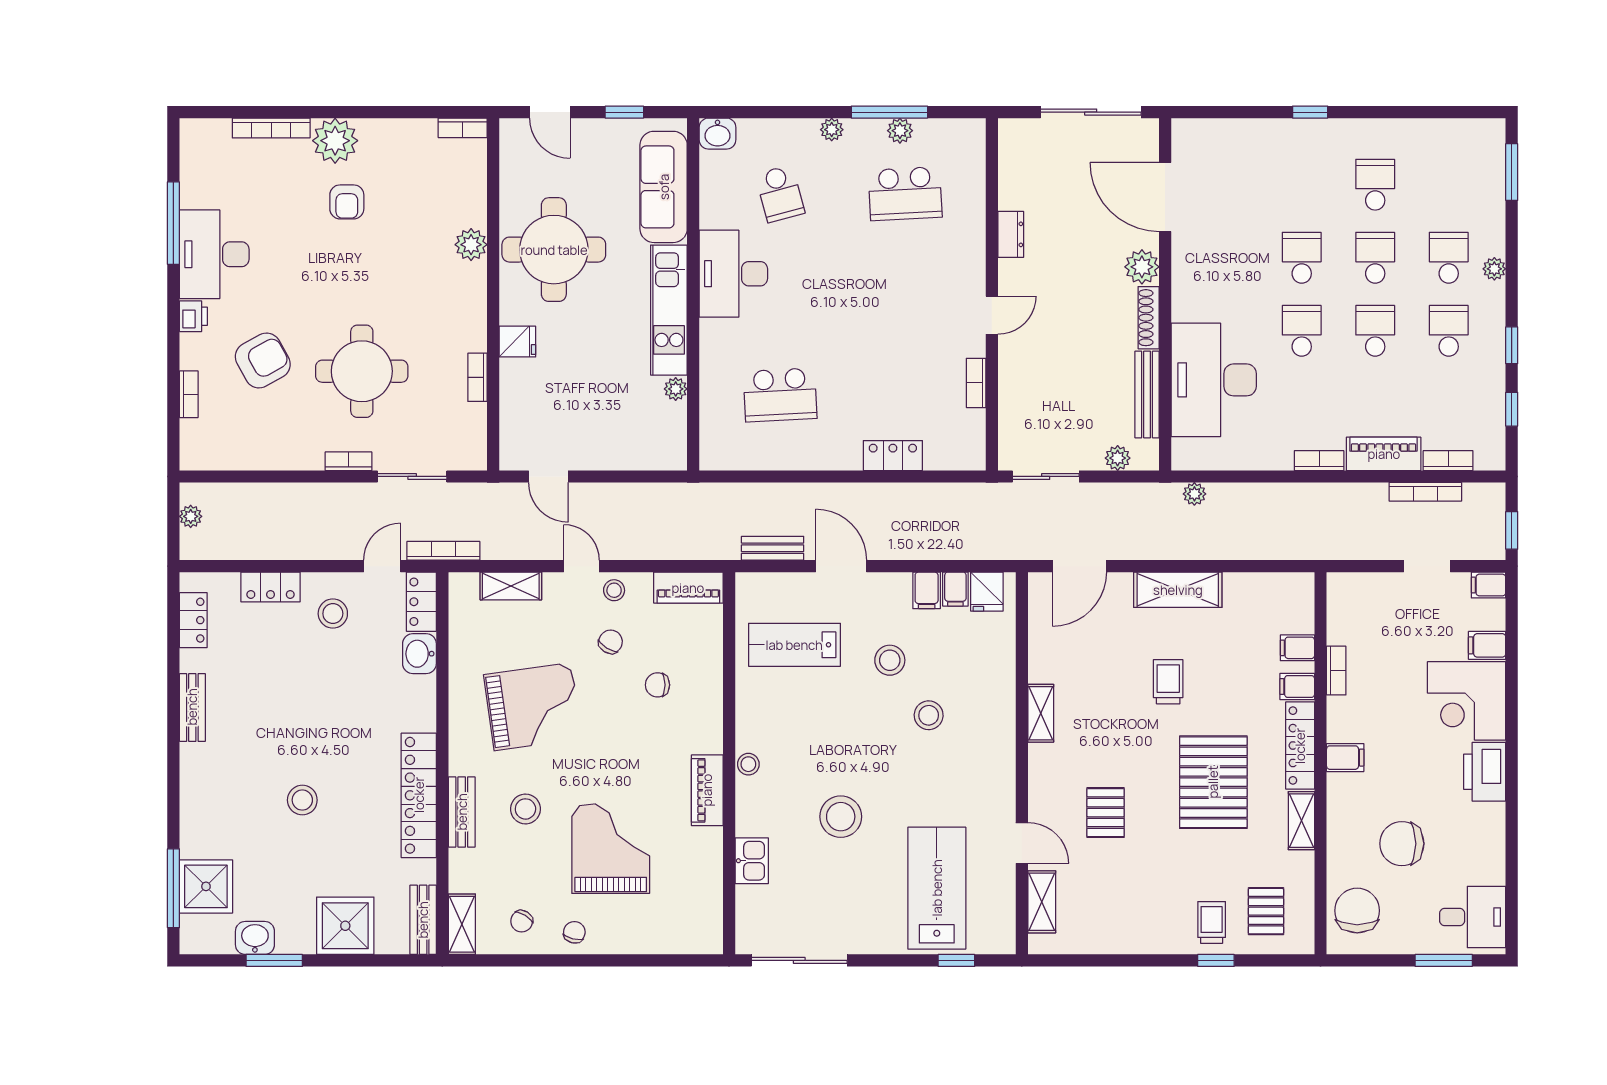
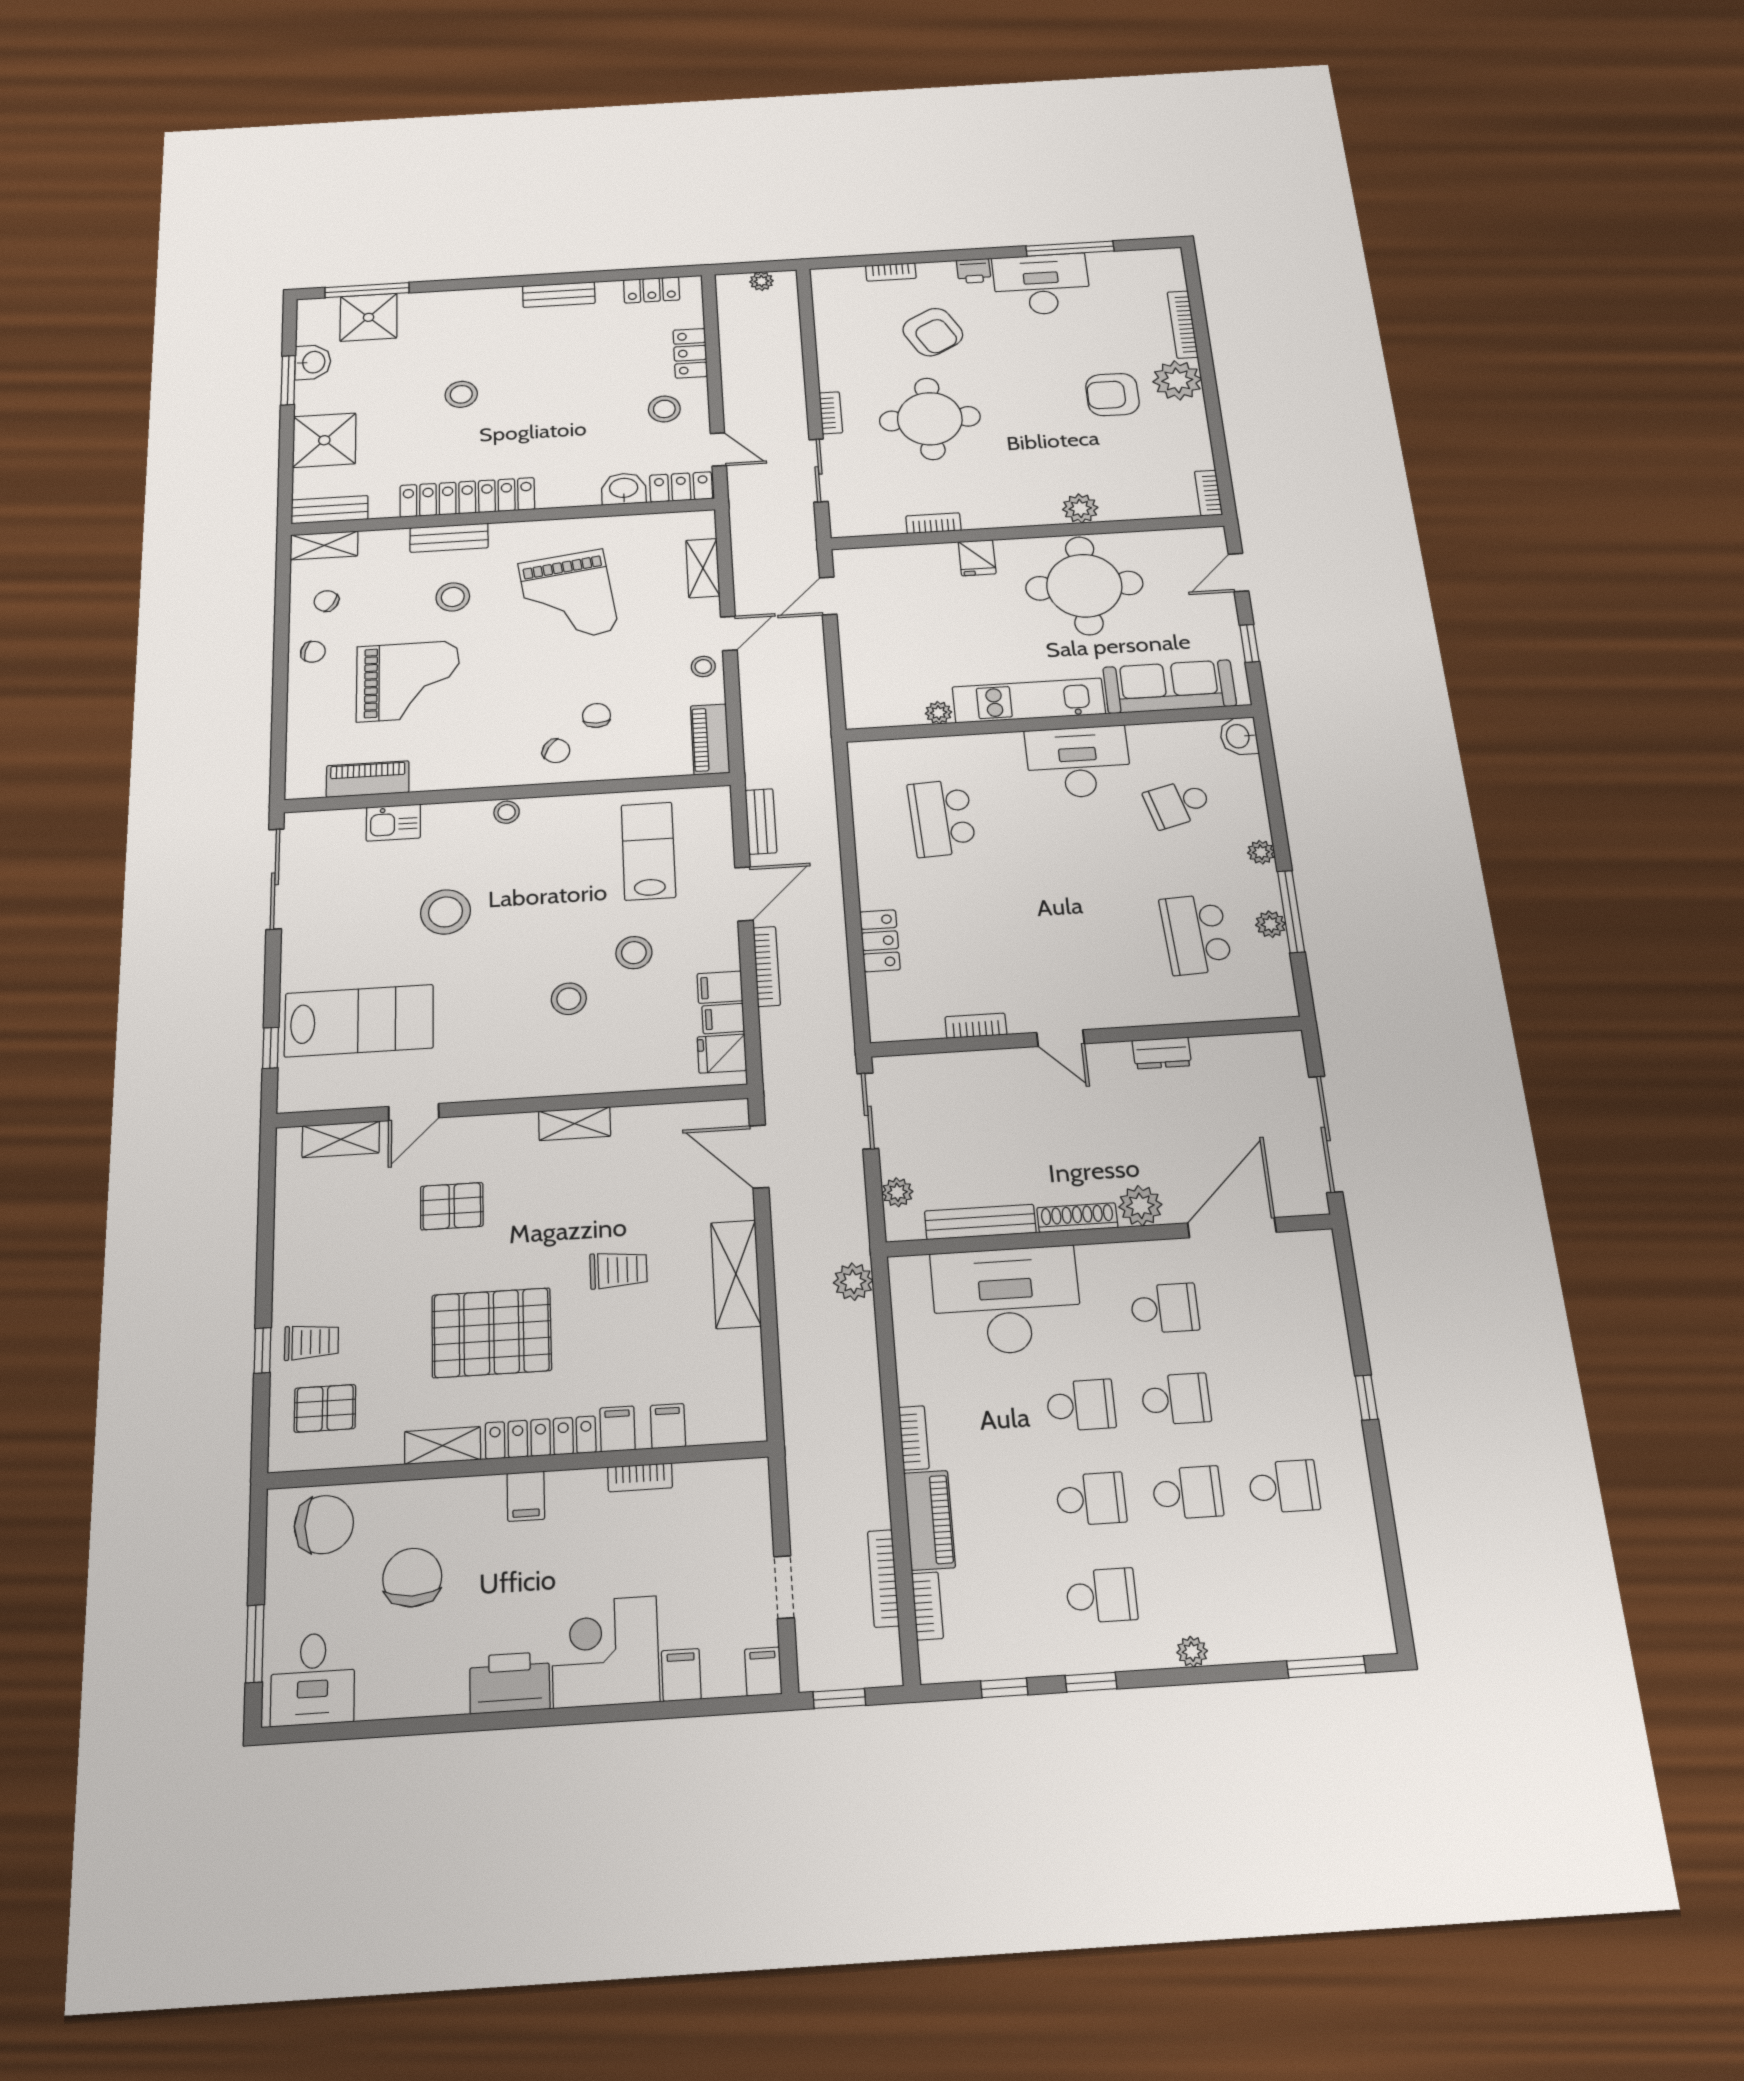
armchair: (347, 202) -> (1112, 395), width x1.38, depth x1.38
school desk: (1449, 258) -> (1165, 1308), moved
plant: (1194, 494) -> (853, 1282), width x1.38, depth x1.38
bookcase: (443, 551) -> (767, 966), moved
chair: (611, 642) -> (556, 751), moved
piano: (707, 790) -> (368, 779), moved

